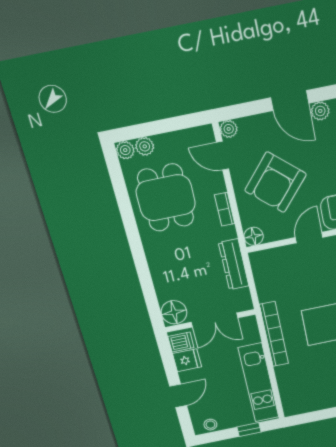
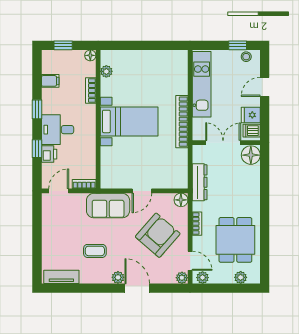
plant: (125, 150) -> (203, 278), moved
window: (249, 430) -> (238, 45), moved

